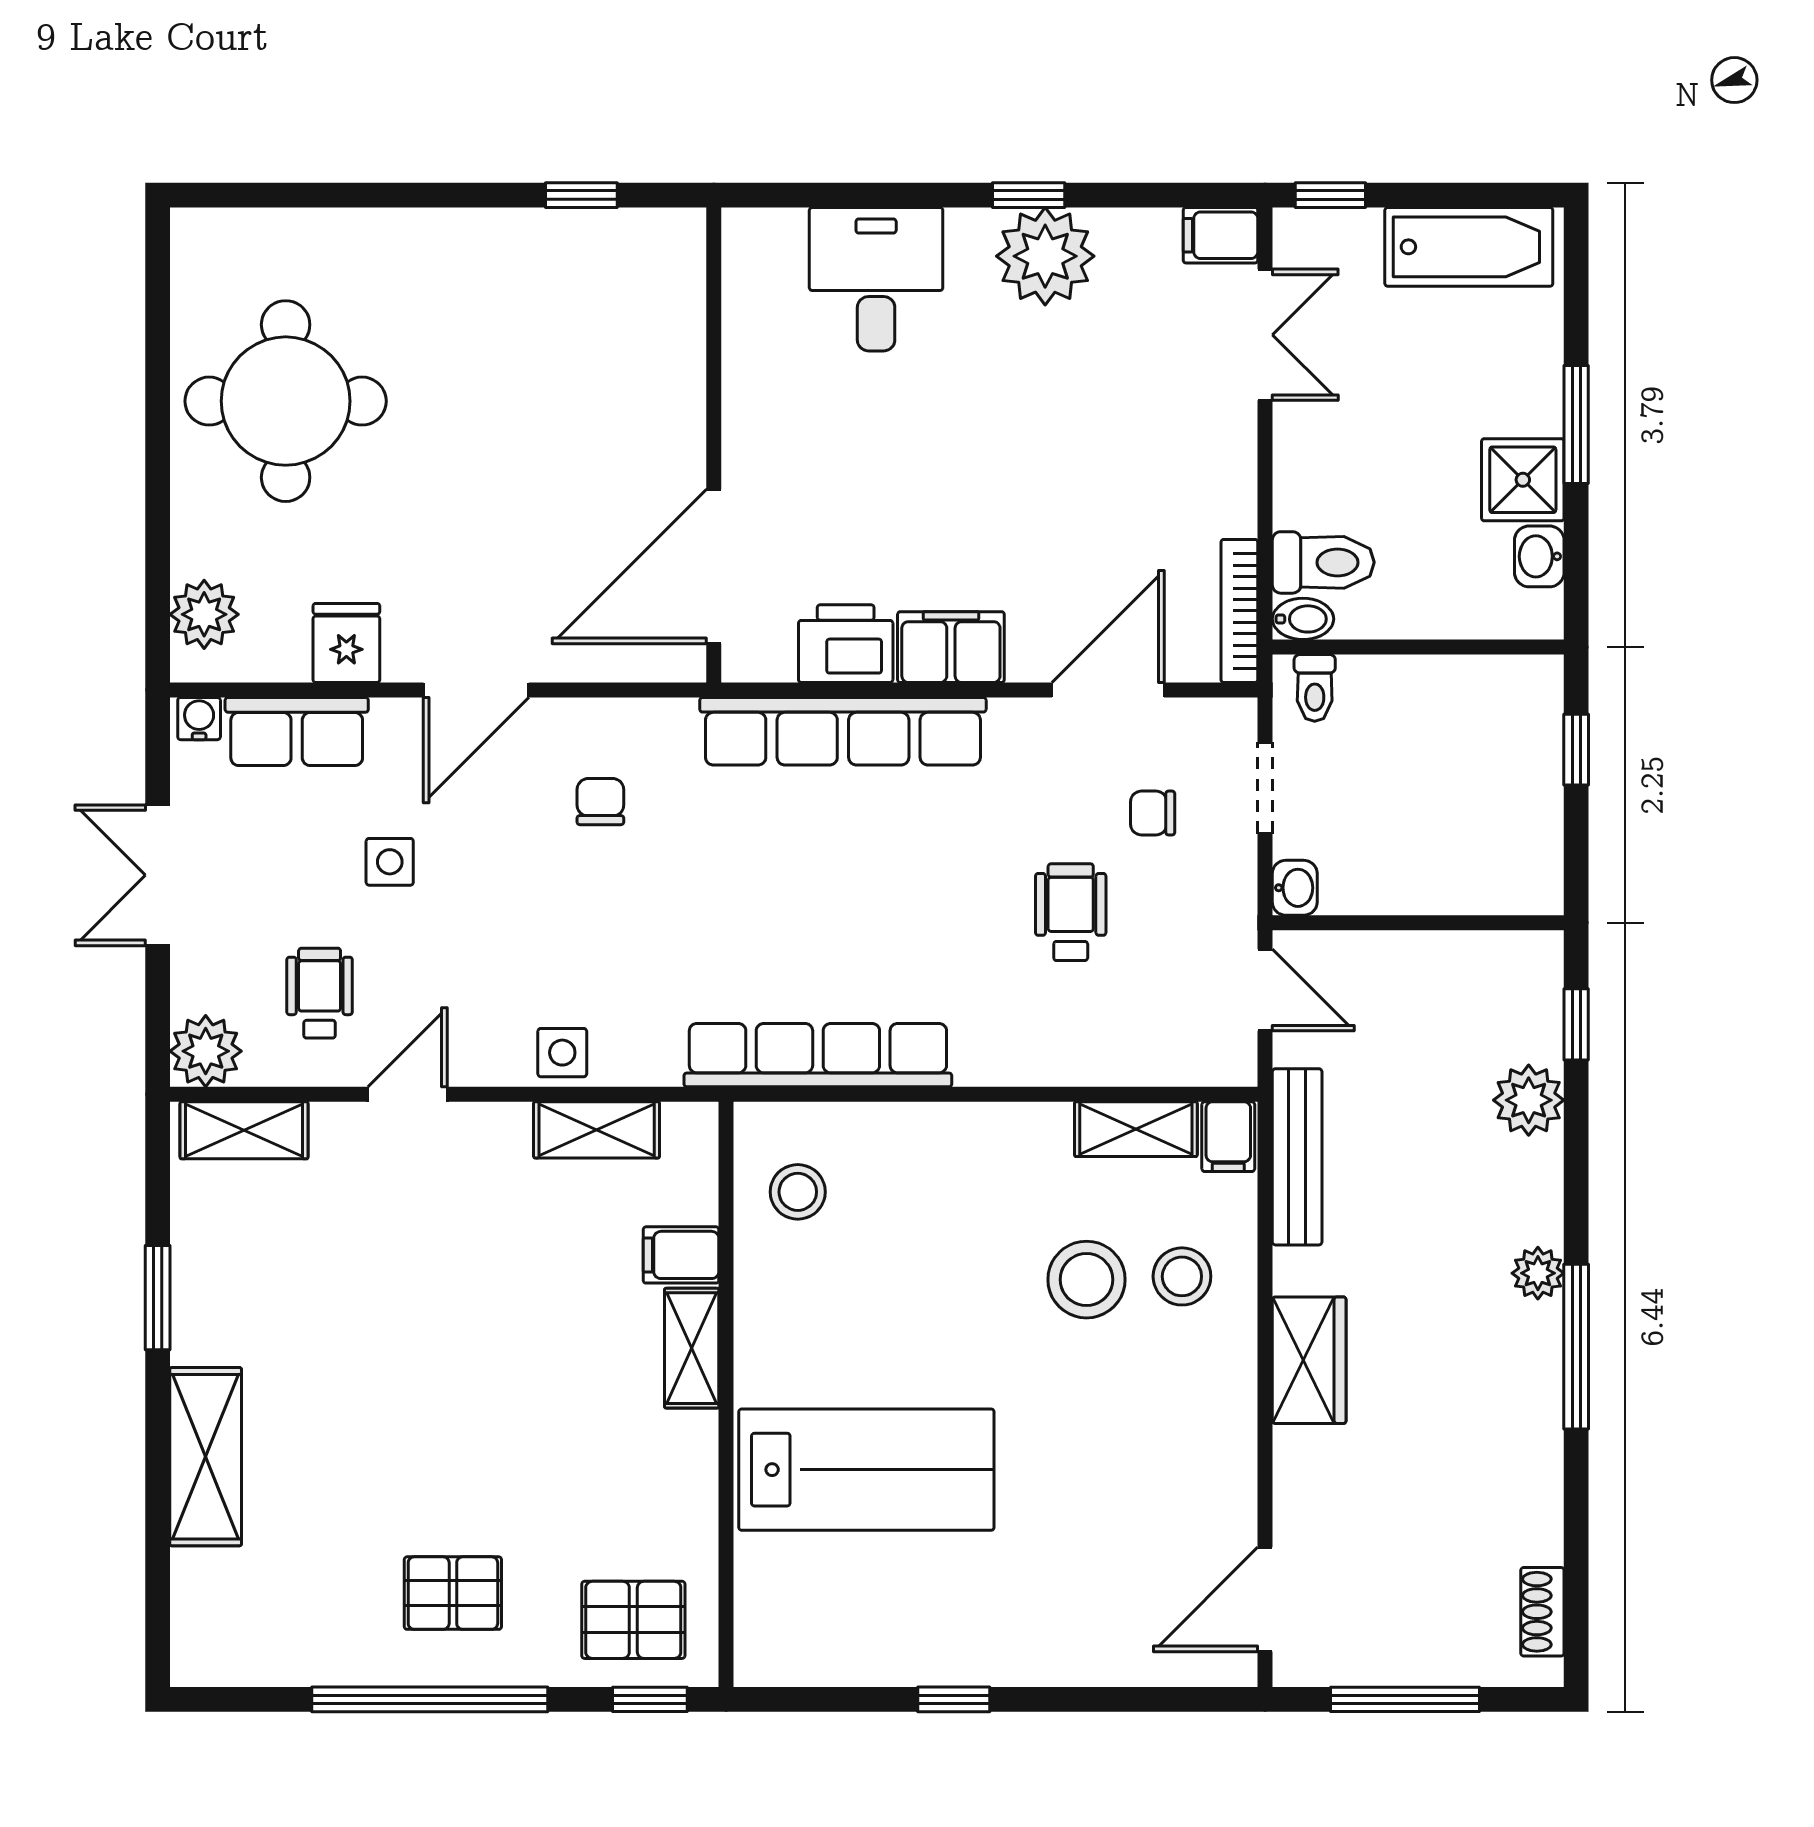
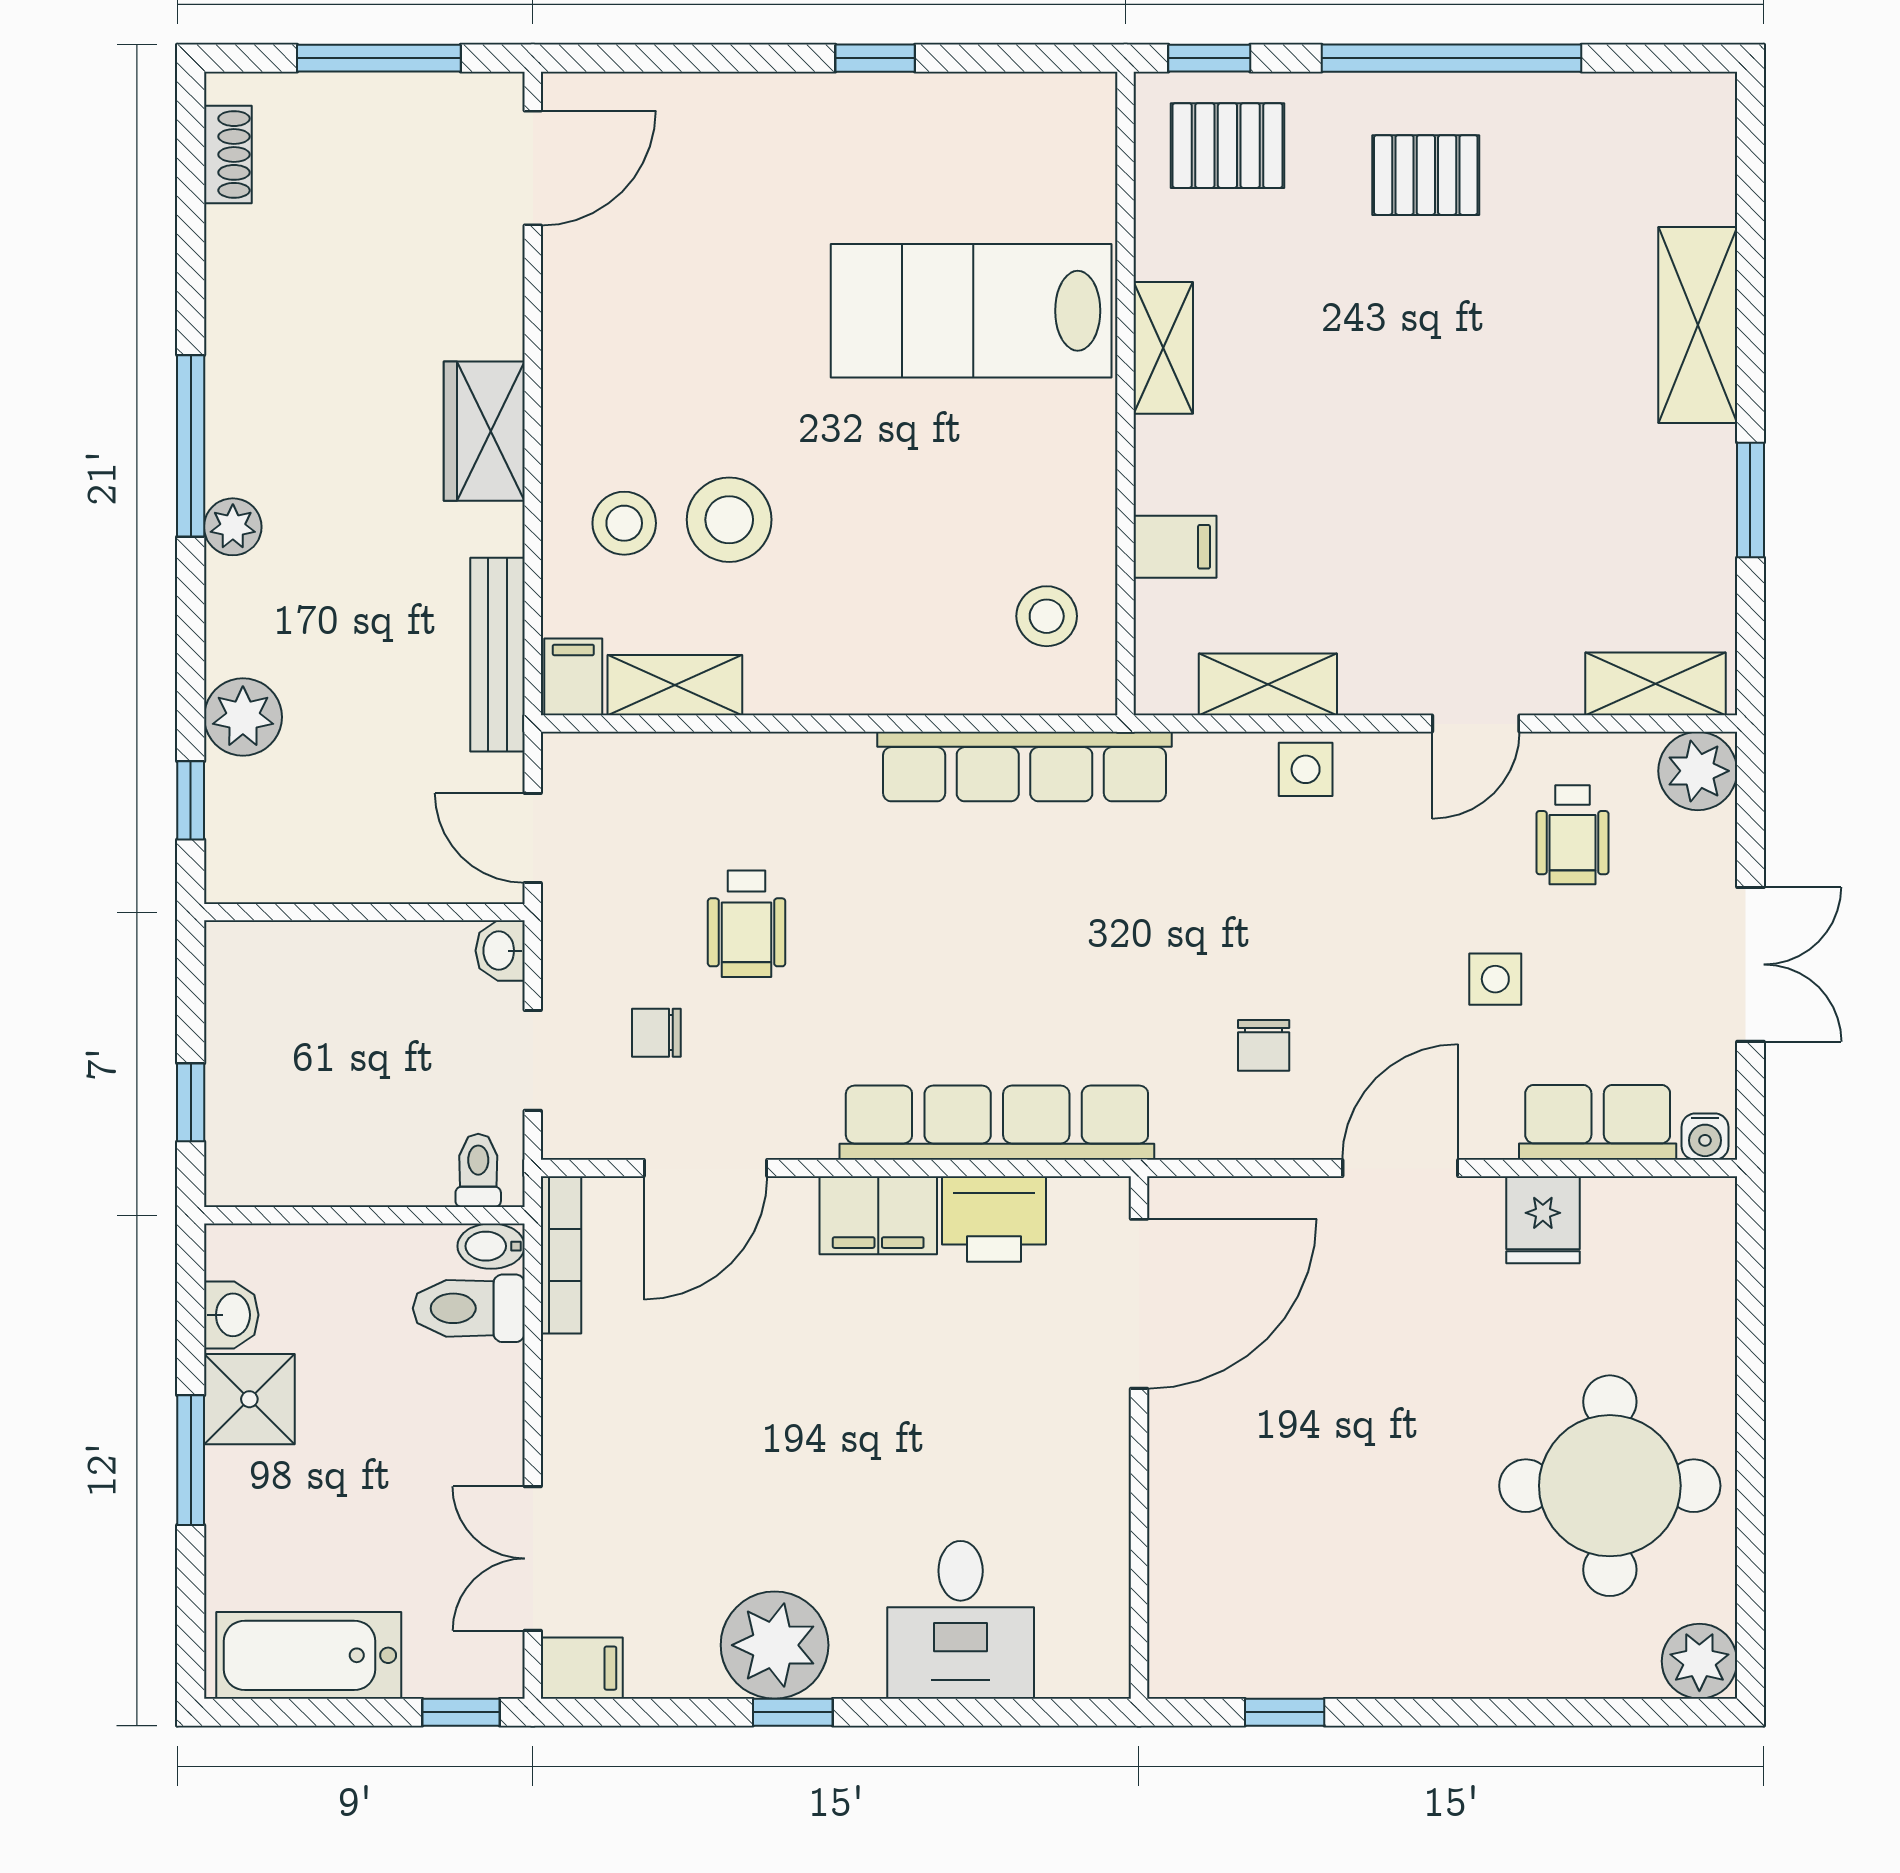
plant: (204, 614) -> (1699, 1661), moved
chair: (1153, 813) -> (656, 1033), turned 180
shelving: (692, 1348) -> (1163, 348), moved

